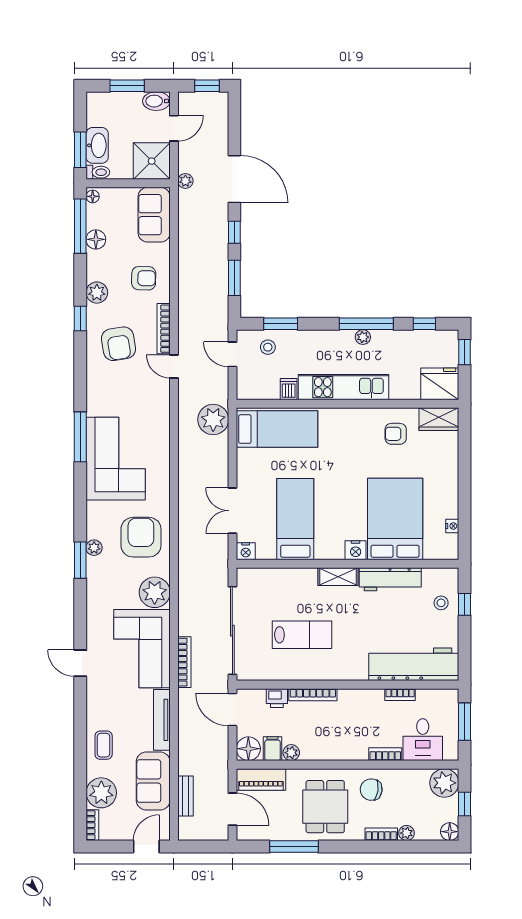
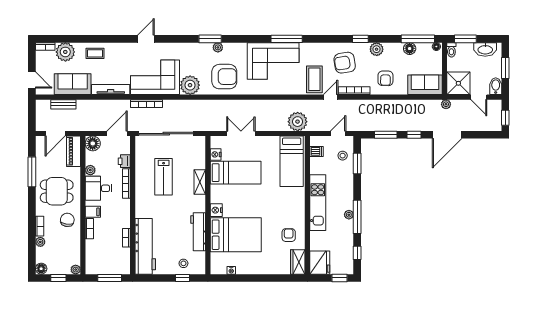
washbasin: (97, 145) -> (485, 49), moved
dishwasher: (289, 389) -> (316, 151), moved
coffee table: (145, 392) -> (314, 79), added
nightstand: (246, 551) -> (216, 154), moved
shelving: (338, 577) -> (200, 182), moved
desk: (423, 740) -> (98, 188), moved
filing cabinet: (273, 749) -> (93, 212), moved
plant: (444, 783) -> (76, 270), width x0.53, depth x0.53

